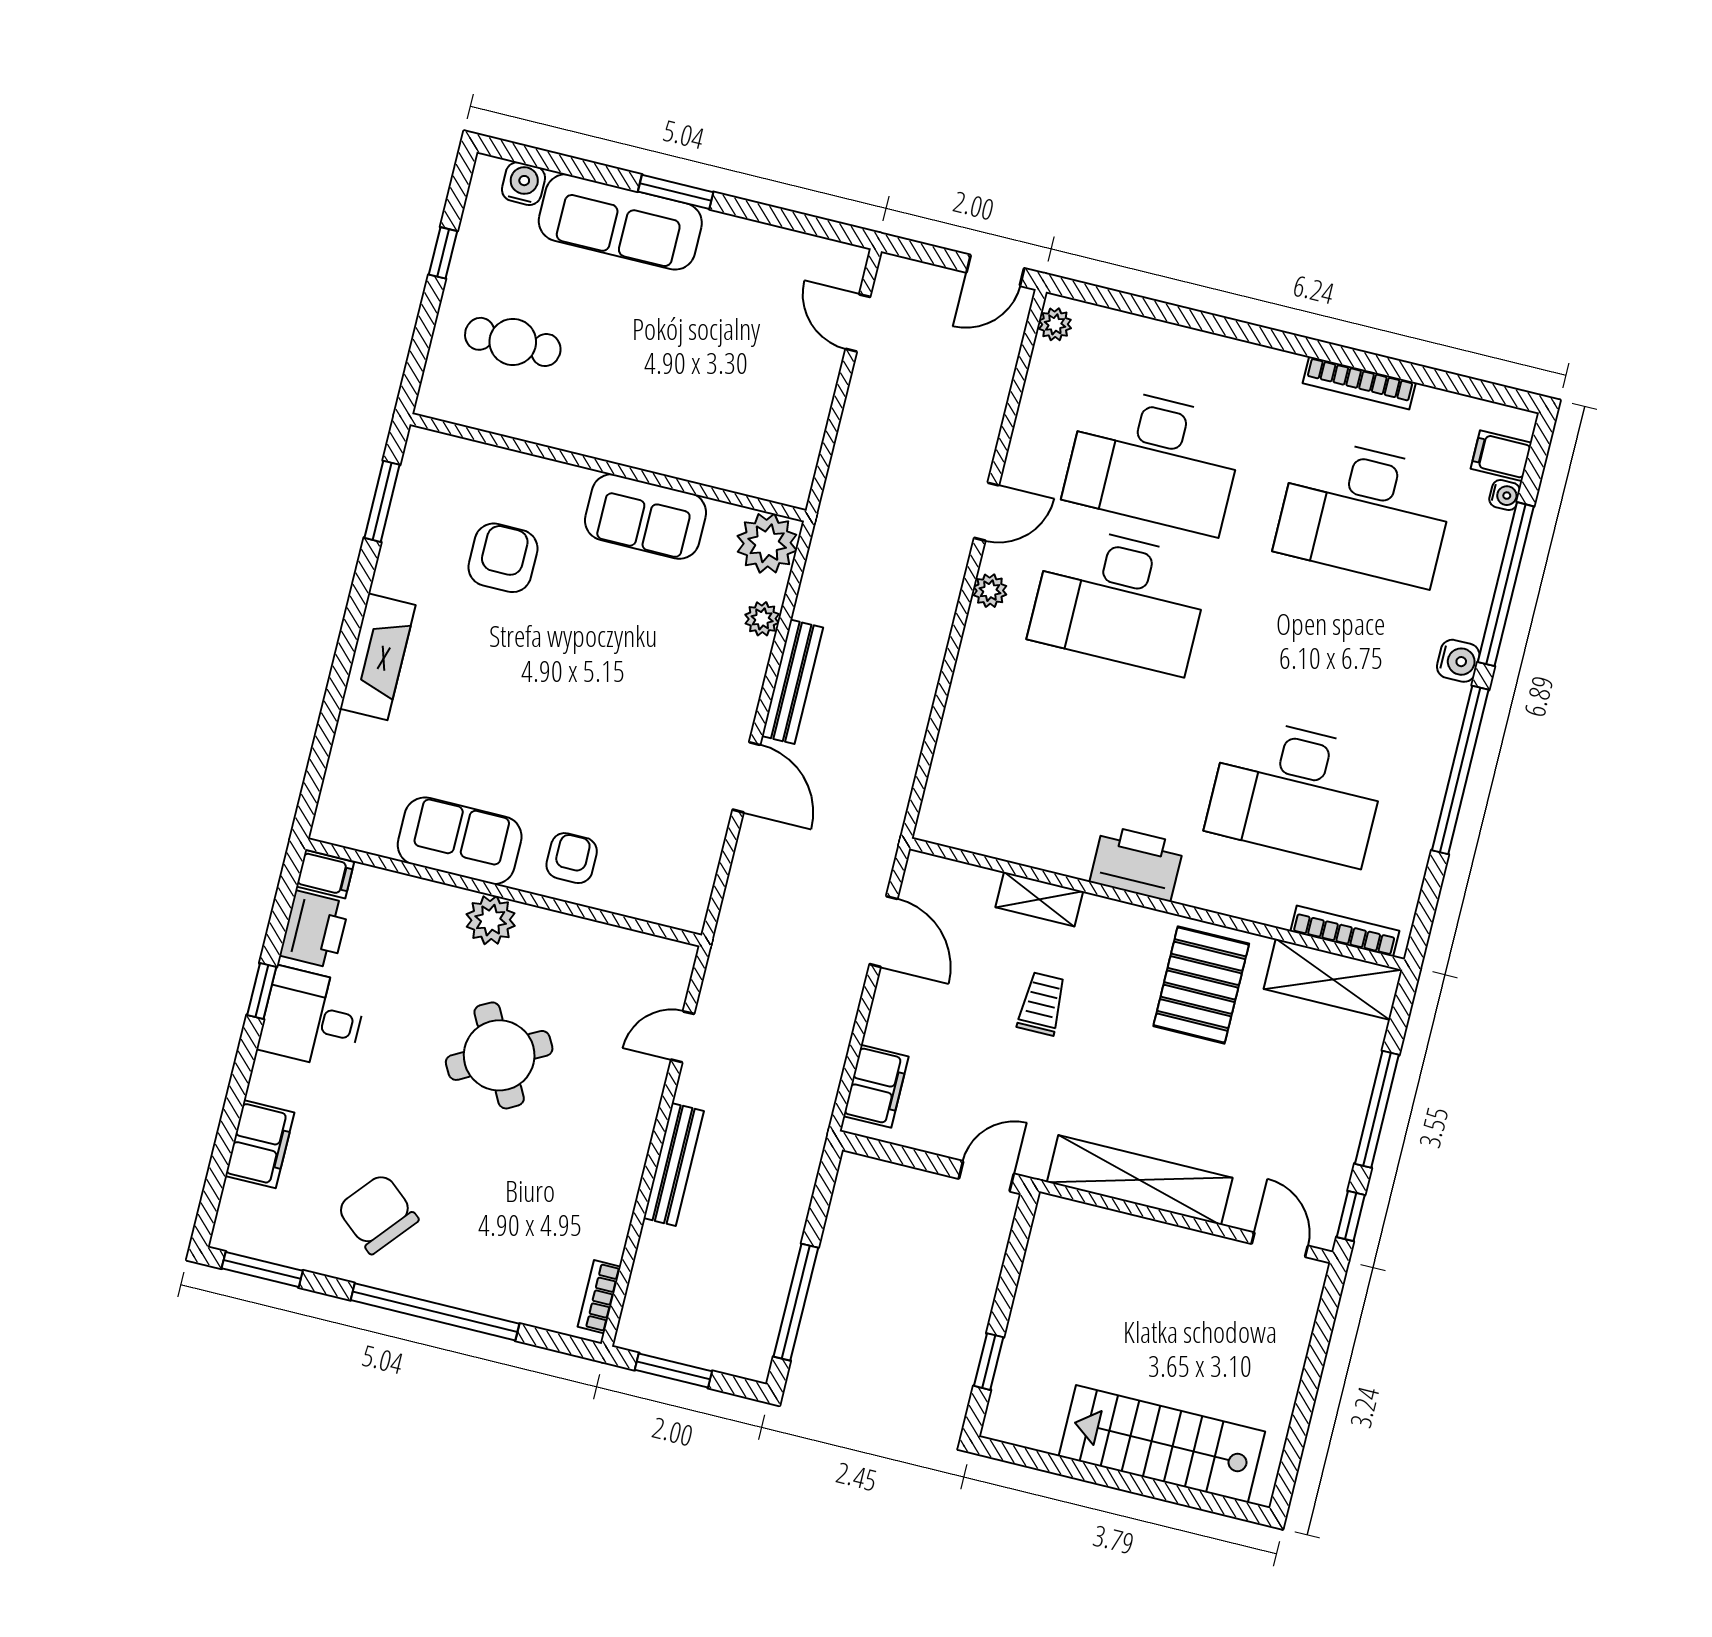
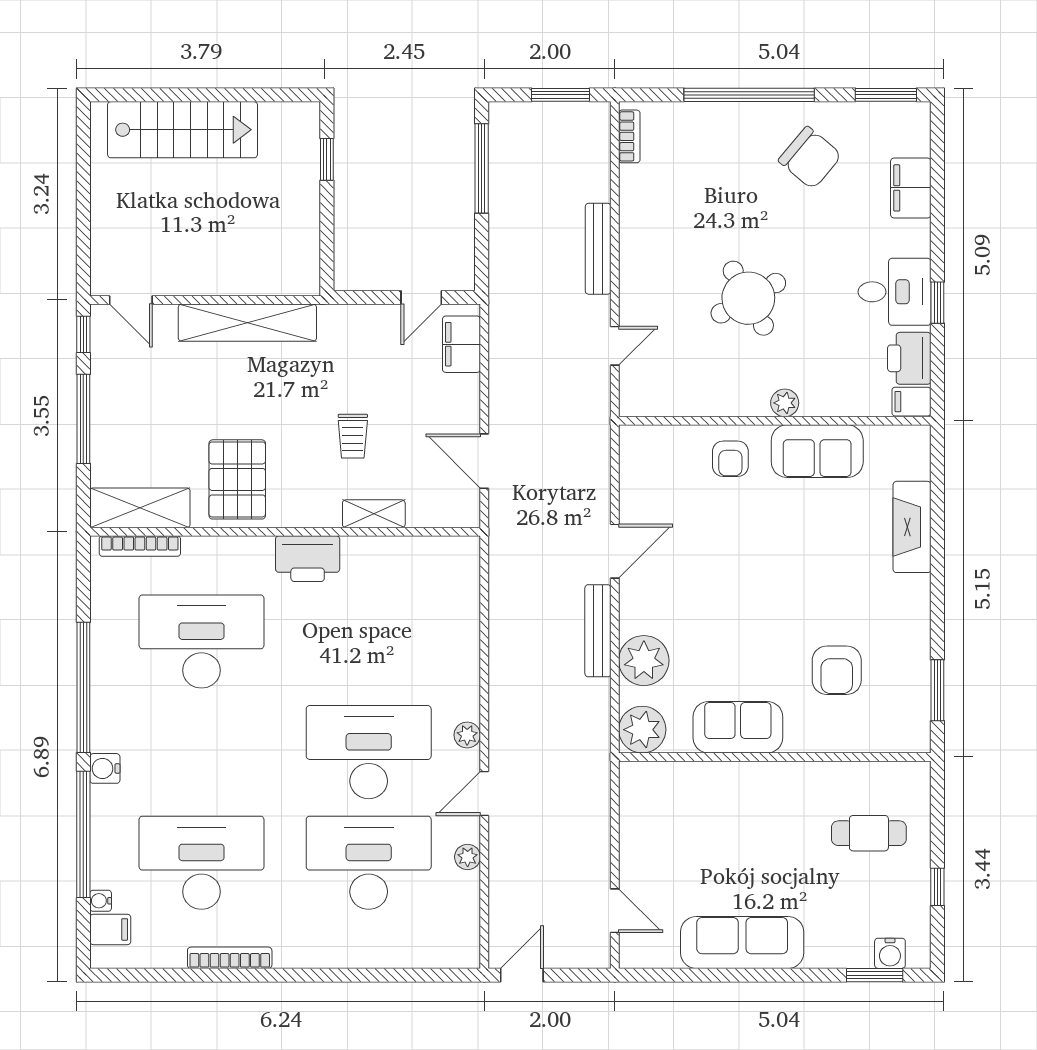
window: (676, 192) -> (875, 975), moved
sofa: (620, 222) -> (742, 942), moved
plant: (1055, 324) -> (468, 857), moved
plant: (762, 619) -> (644, 661), width x1.87, depth x1.87
fireplace: (378, 657) -> (912, 527), moved
door: (746, 777) -> (615, 551), swing flipped
plant: (491, 920) -> (785, 403), width x0.73, depth x0.73
door: (986, 1176) -> (421, 297), moved

